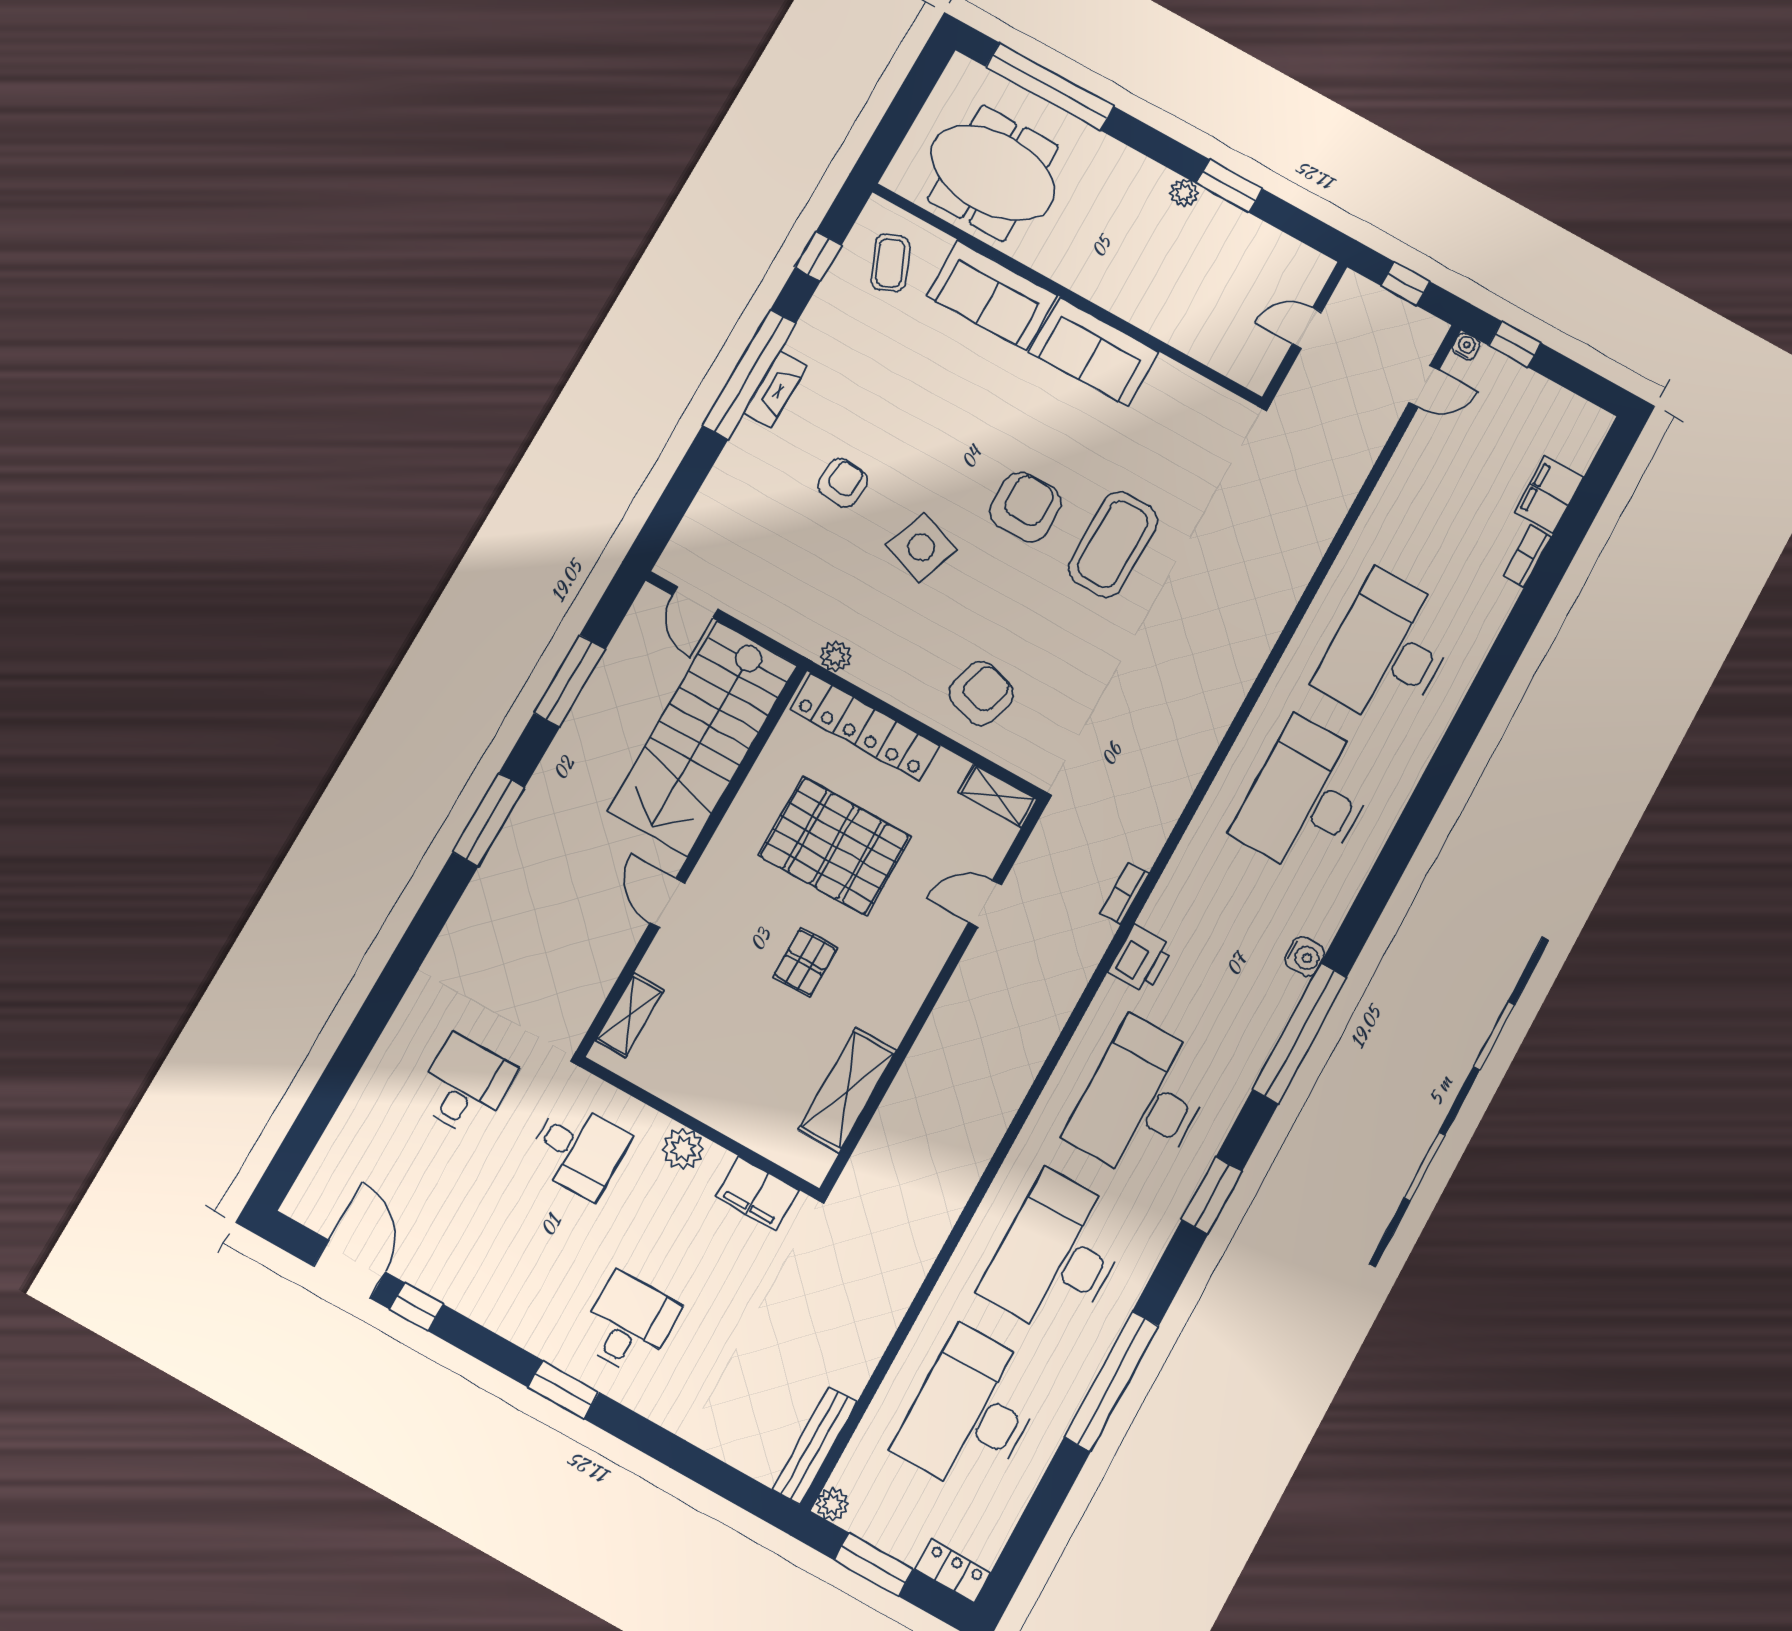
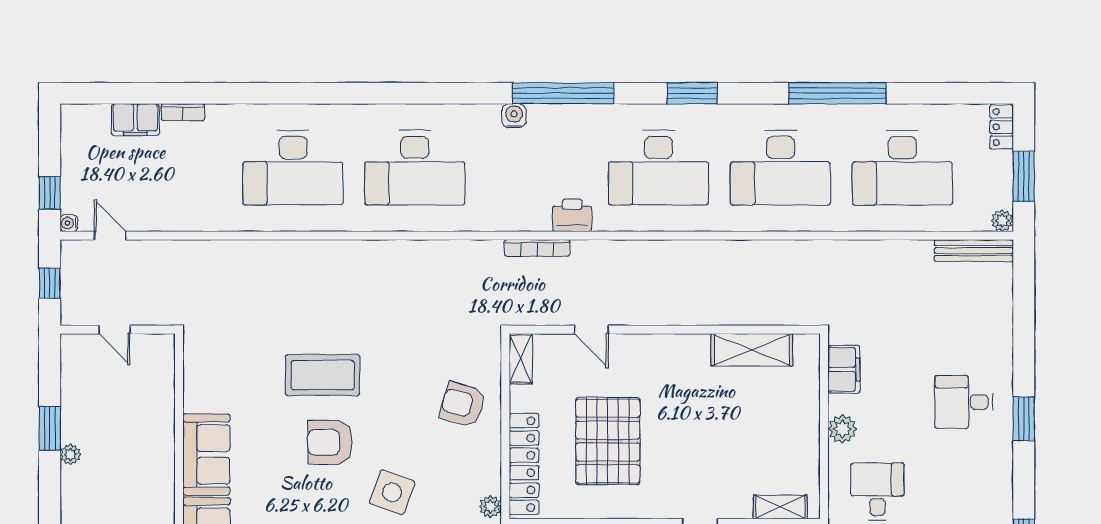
bookcase: (1124, 893) -> (537, 248), width x1.56
pallet: (805, 962) -> (689, 419), removed

